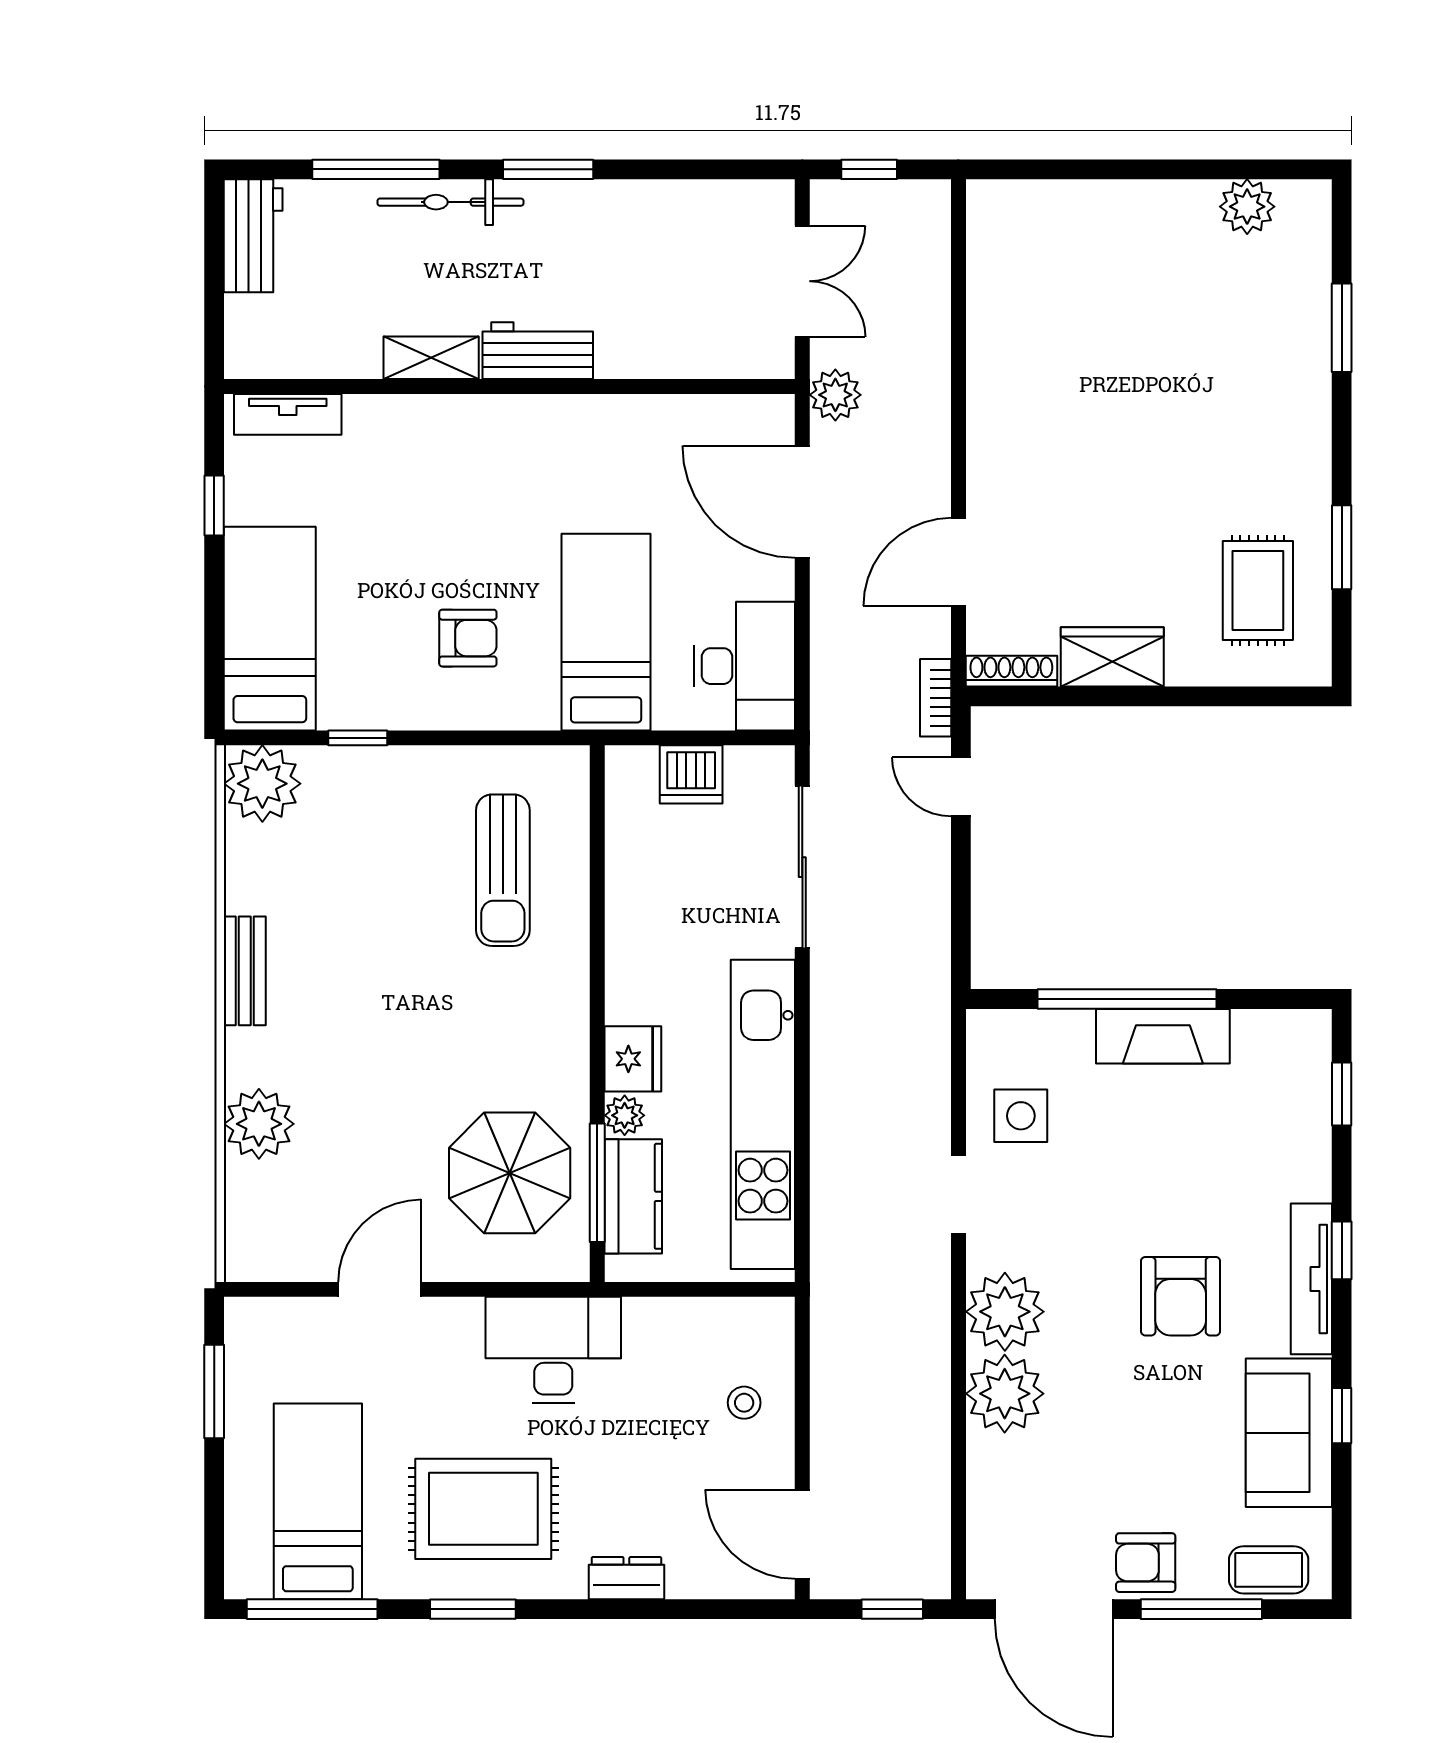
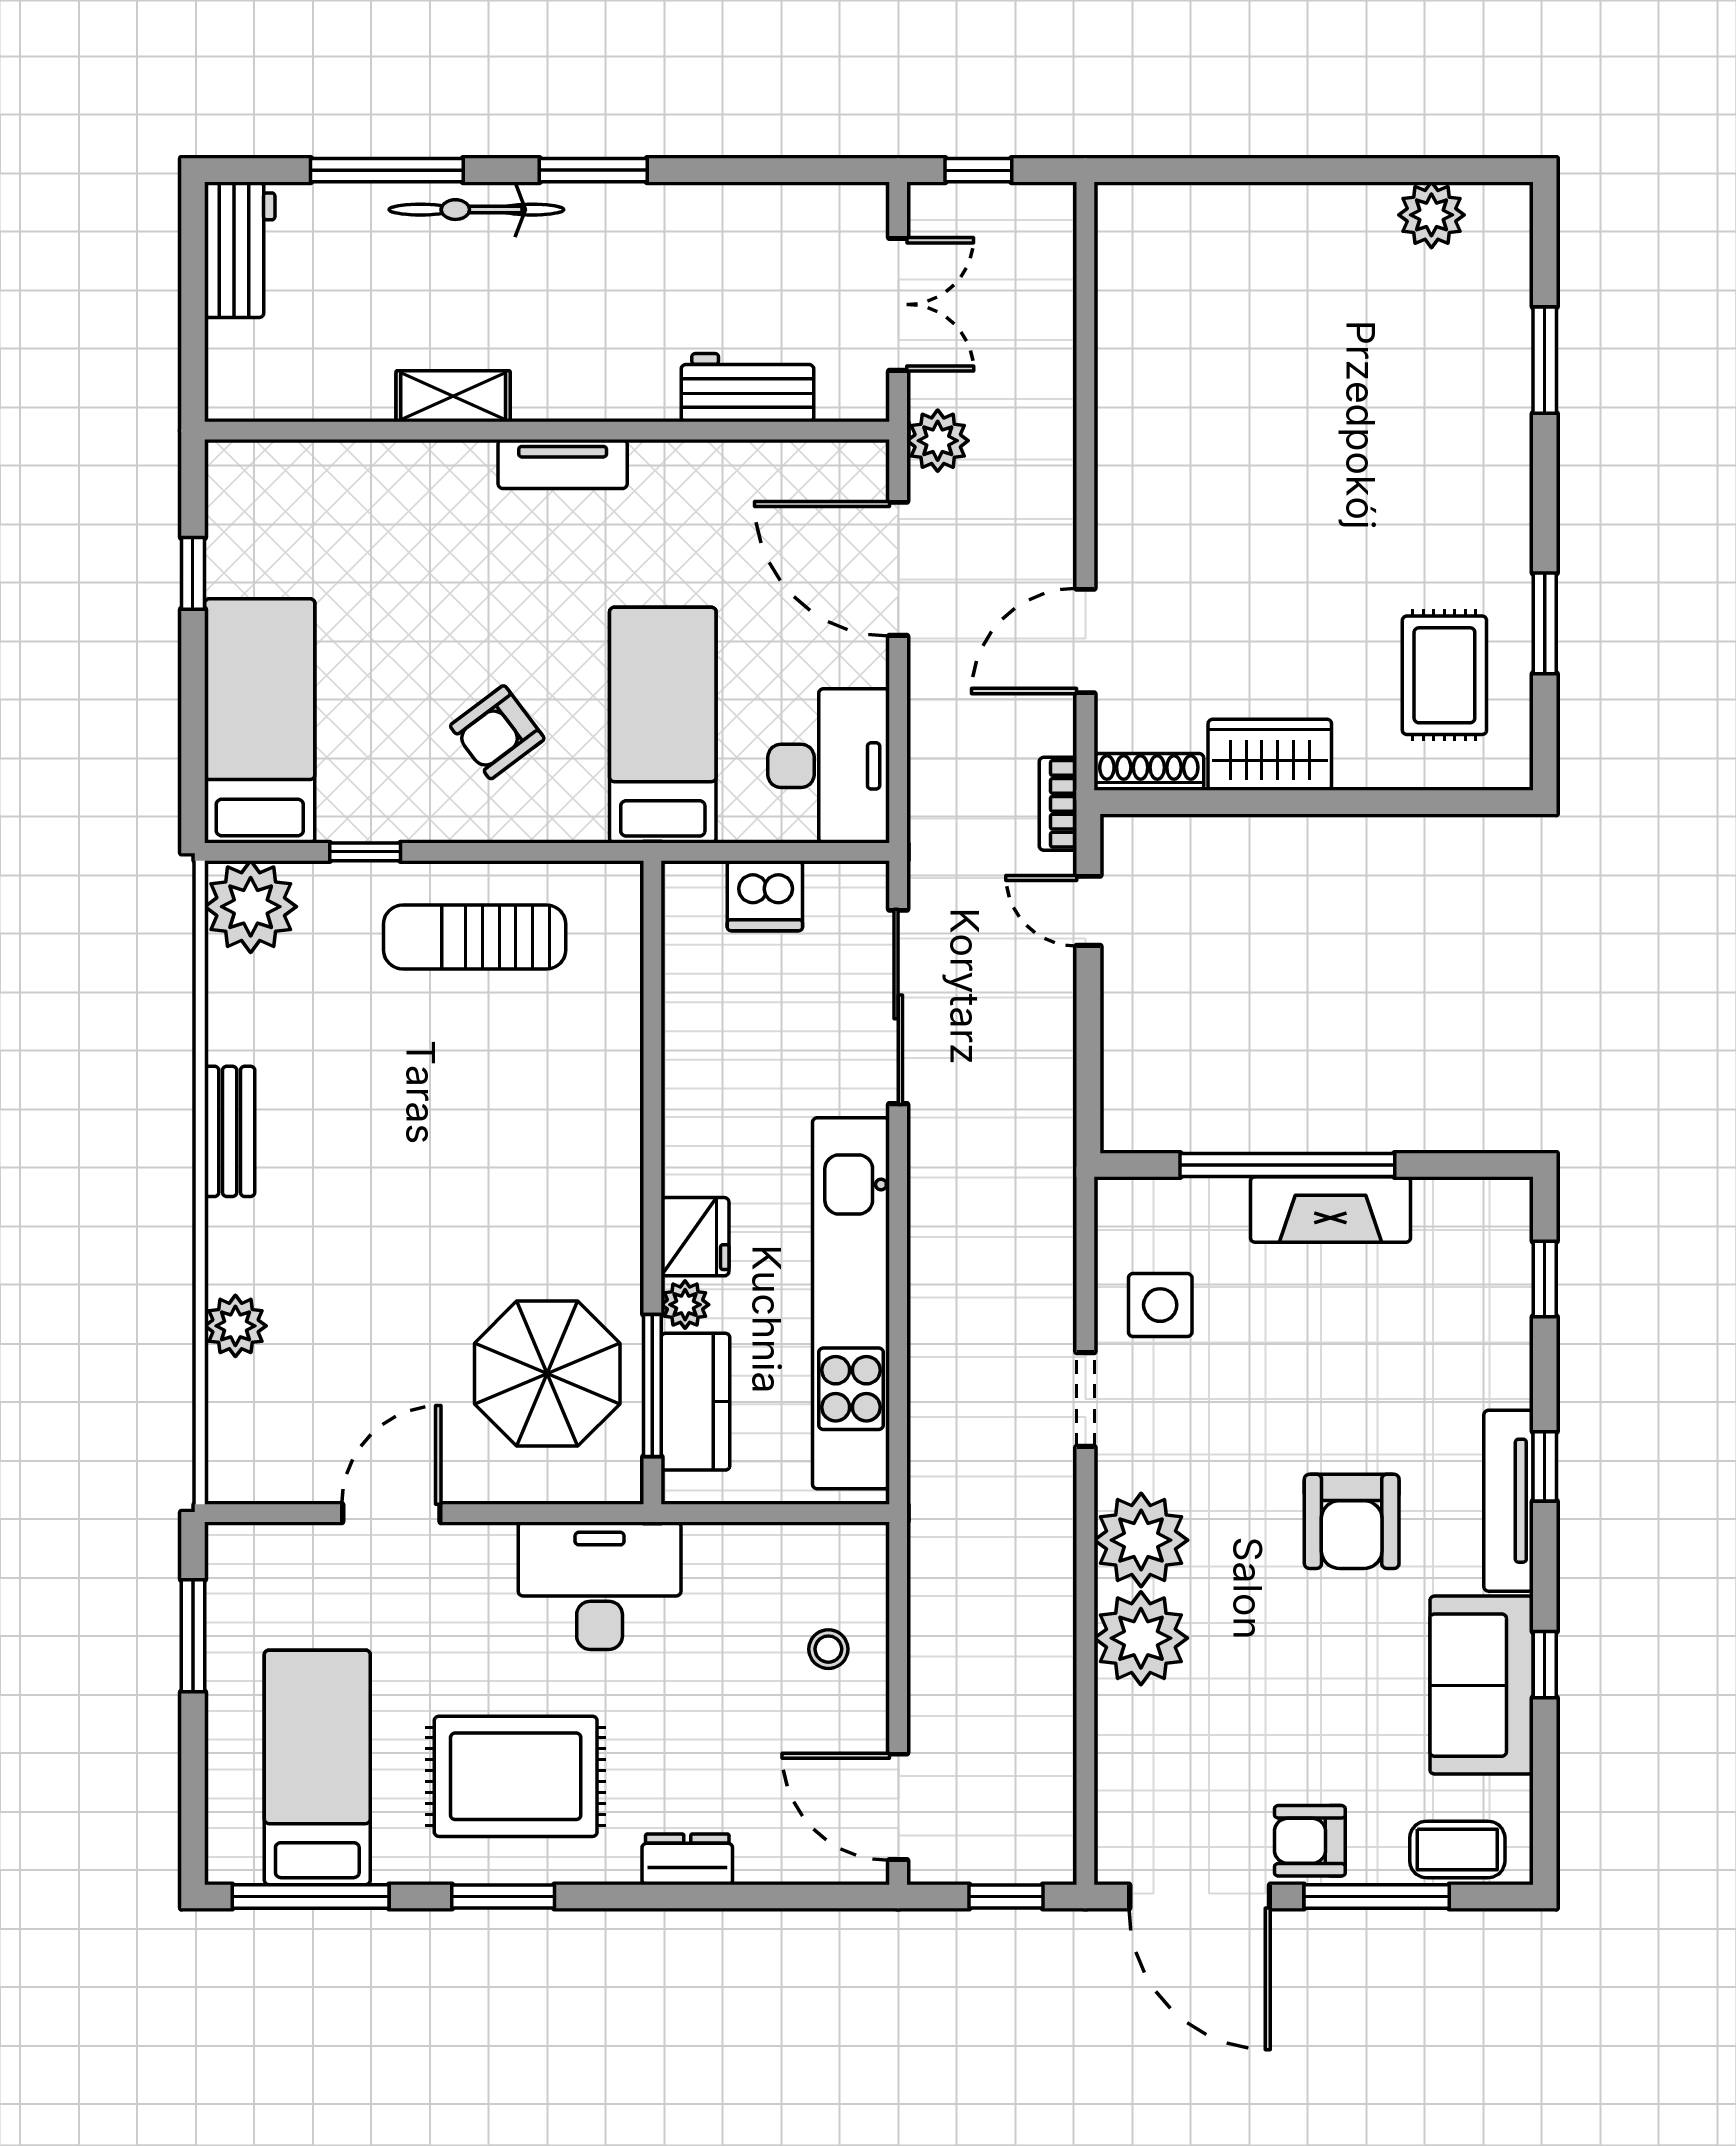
workbench: (538, 351) -> (747, 388), moved
tv unit: (288, 414) -> (563, 464), moved
armchair: (468, 638) -> (497, 732), turned 143
sun lounger: (503, 870) -> (475, 937), moved, turned 90
plant: (259, 1124) -> (235, 1326), width x0.73, depth x0.73

